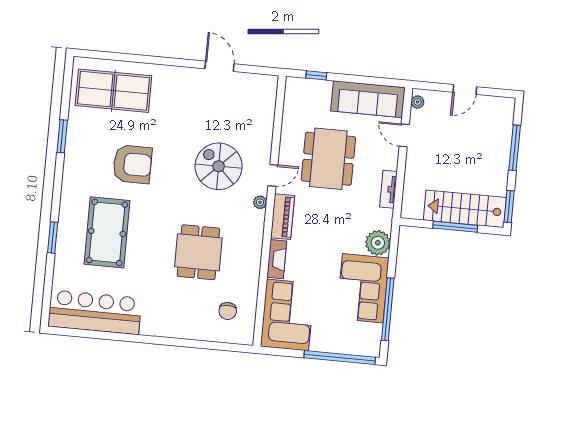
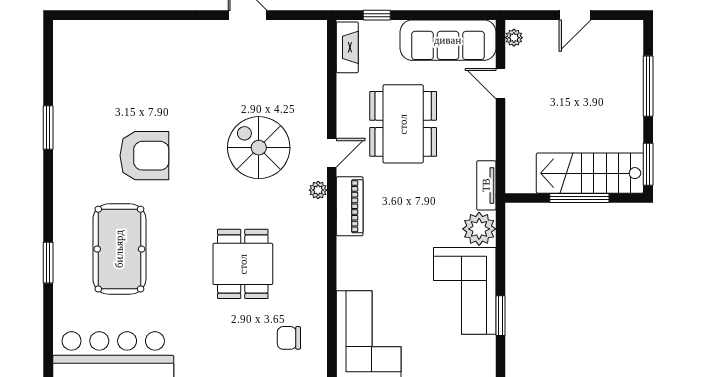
table tennis table: (113, 91) -> (110, 61), removed
tv unit: (388, 189) -> (486, 185), moved
fireplace: (277, 259) -> (347, 47), moved
window: (388, 309) -> (500, 316), width x0.47
chair: (228, 311) -> (289, 338), turned 90

